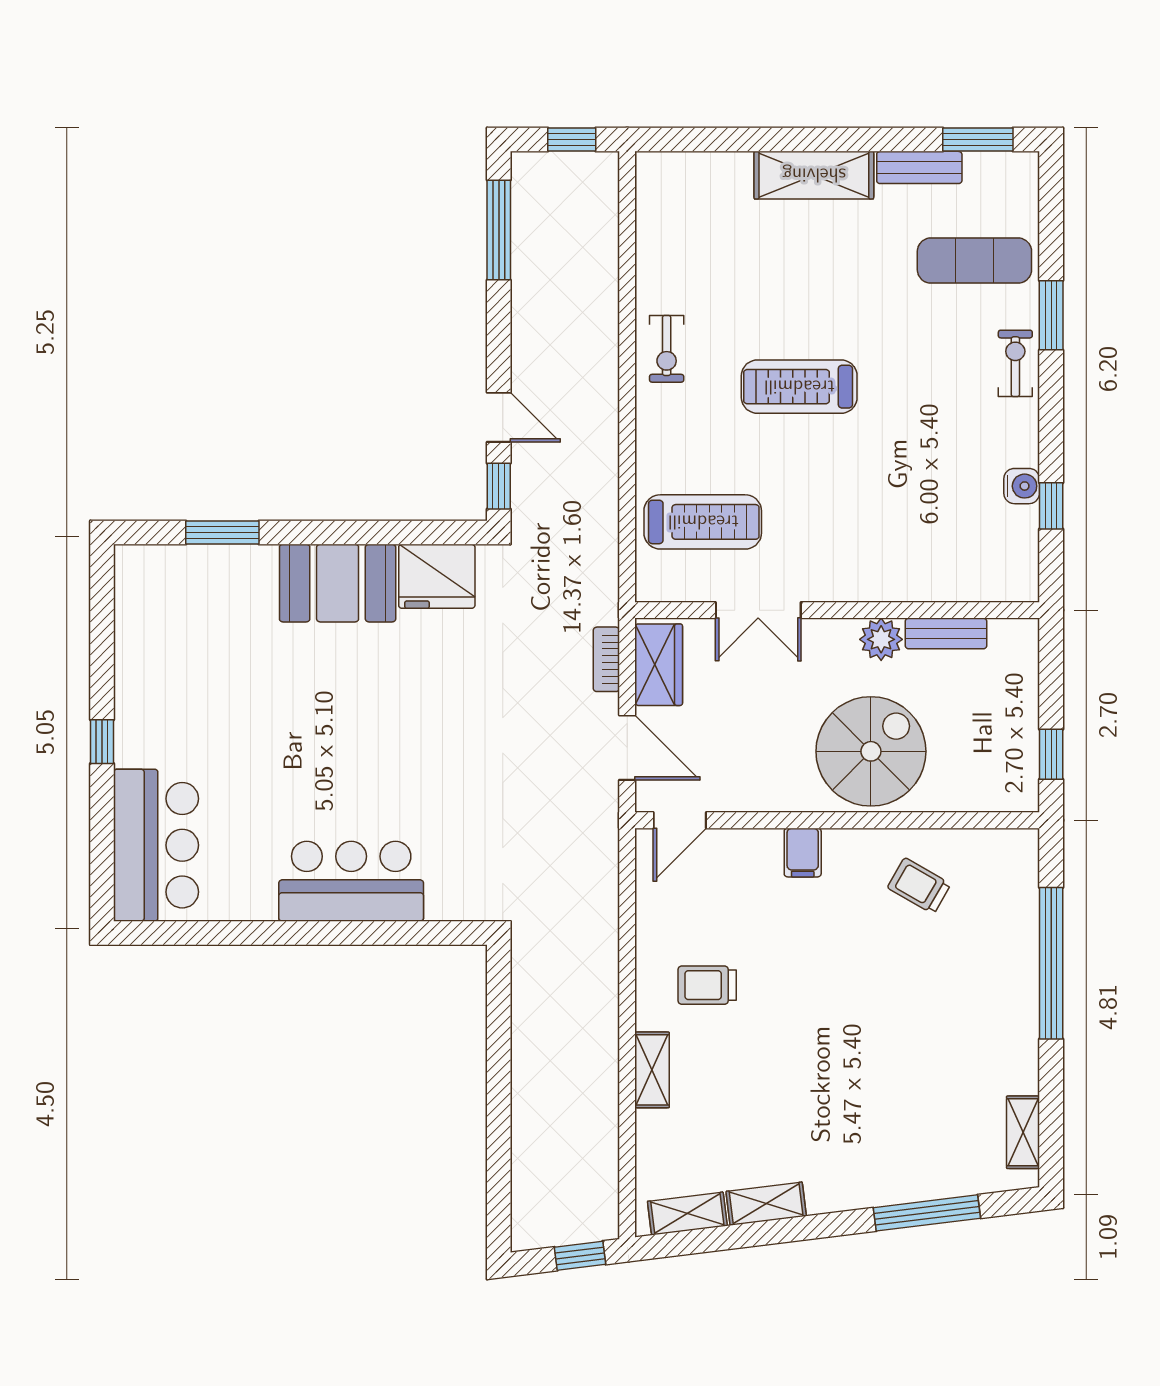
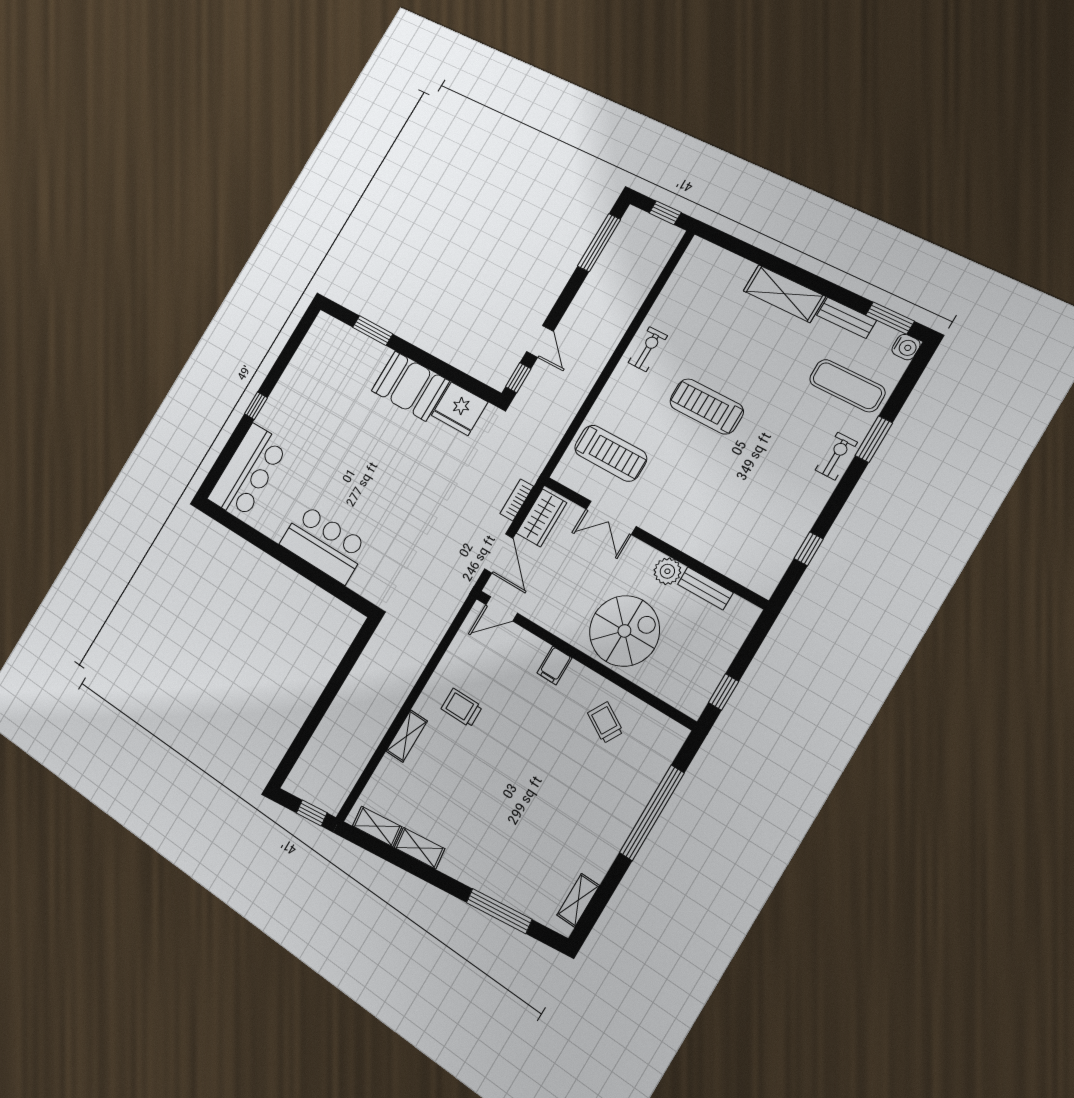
exercise bike: (667, 349) -> (648, 349), turned 180
water cooler: (1022, 486) -> (906, 347), moved

